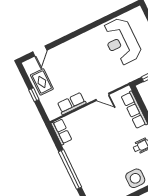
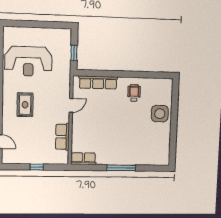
rug: (42, 82) -> (25, 105), moved, turned 90
window: (70, 169) -> (121, 168), width x0.68

